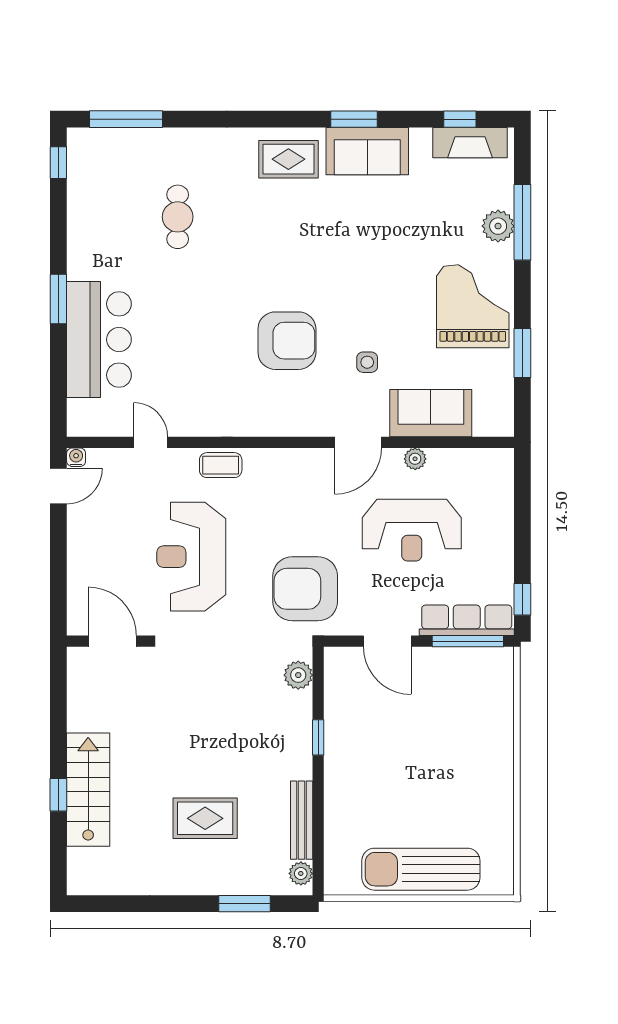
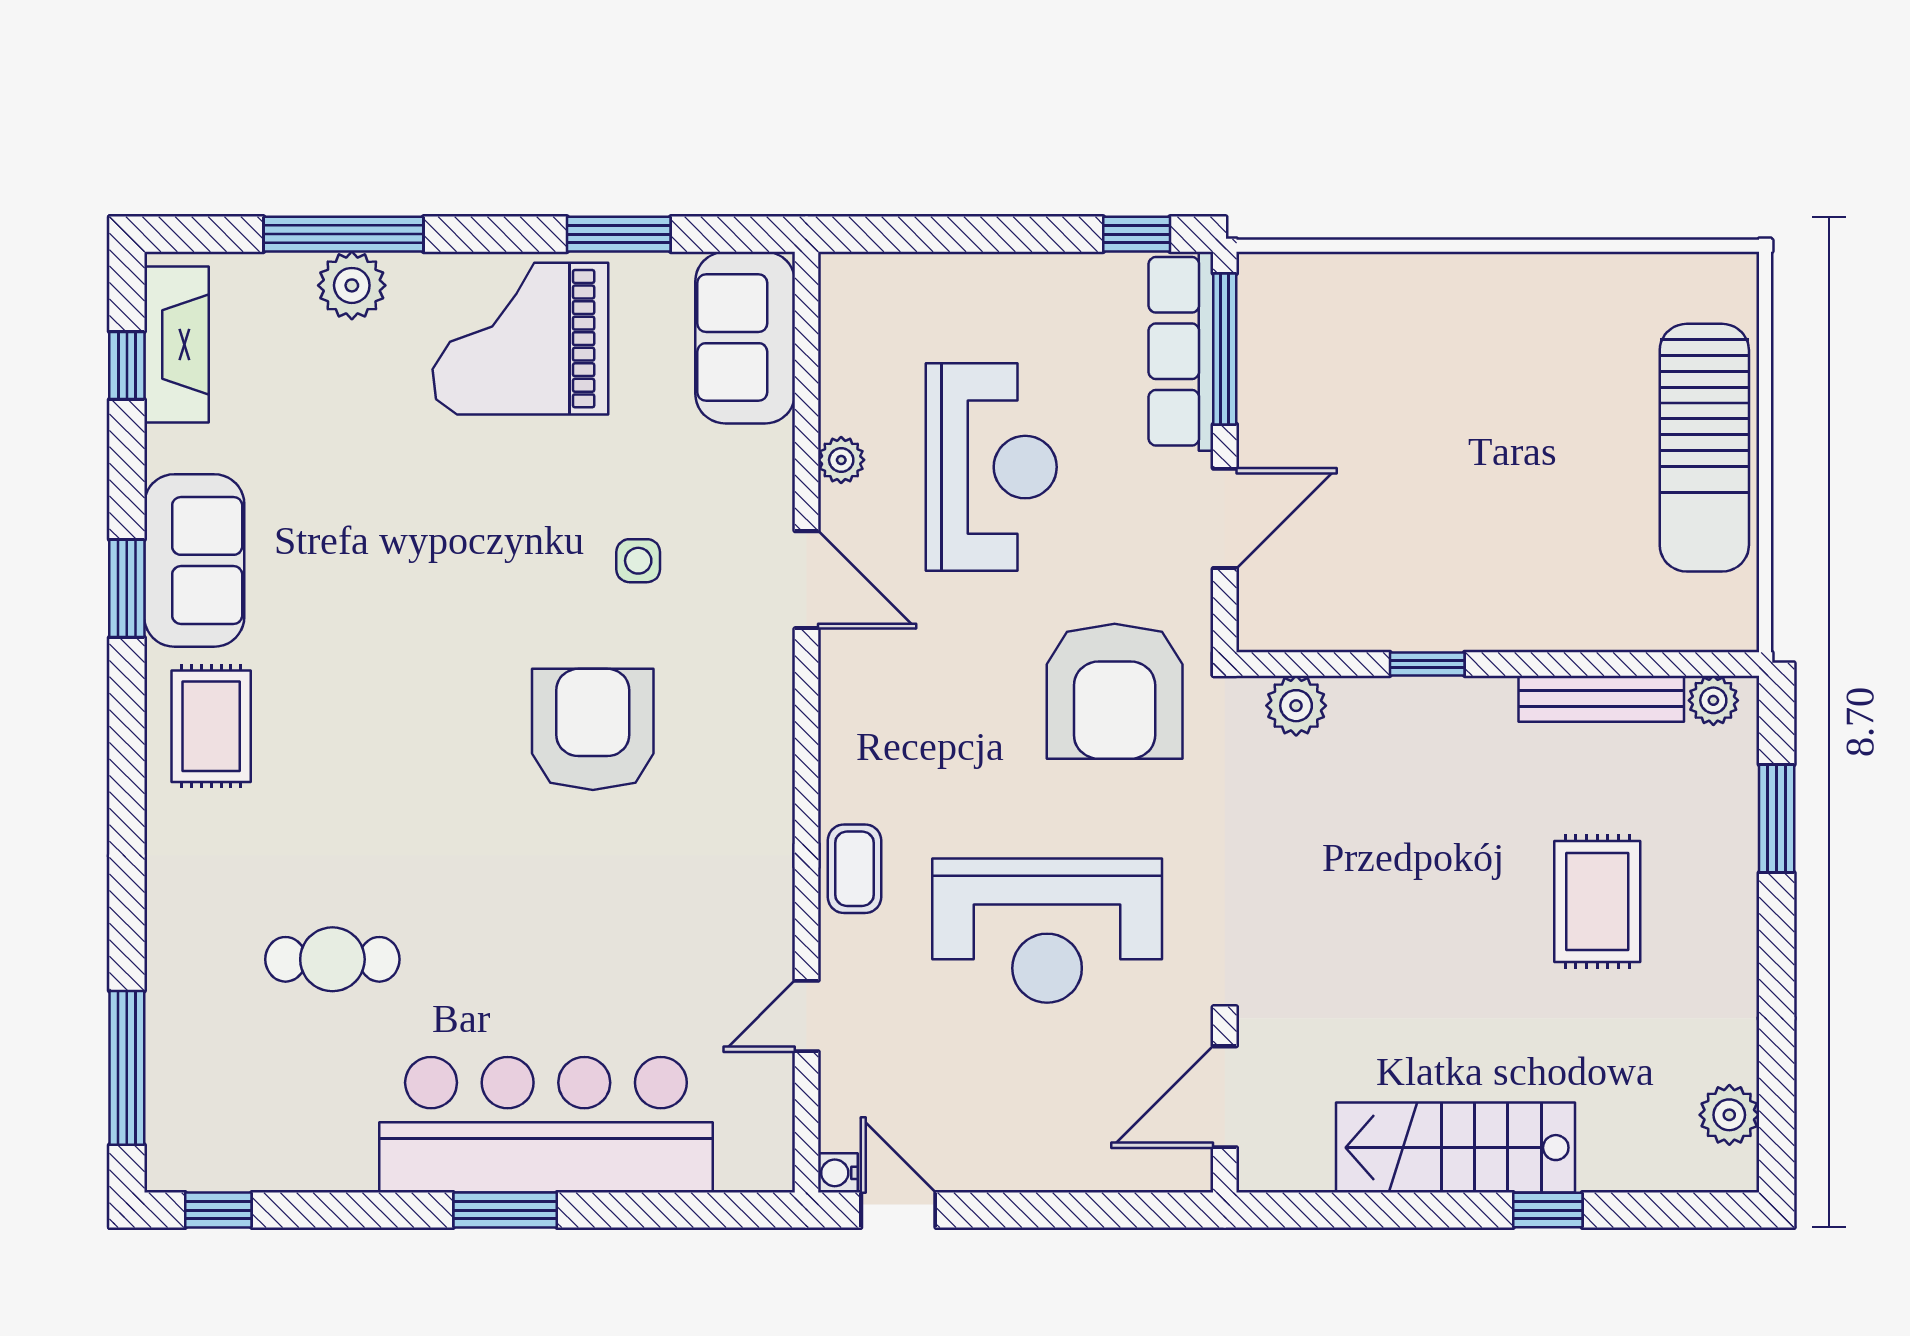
bar counter: (99, 340) -> (546, 1125), width x1.36
sofa: (431, 413) -> (745, 338), moved
stairs: (88, 790) -> (1455, 1148), moved
plant: (104, 881) -> (1729, 1115), added

